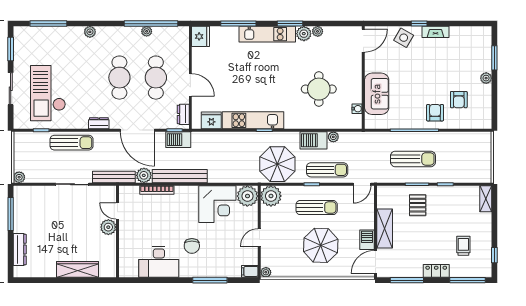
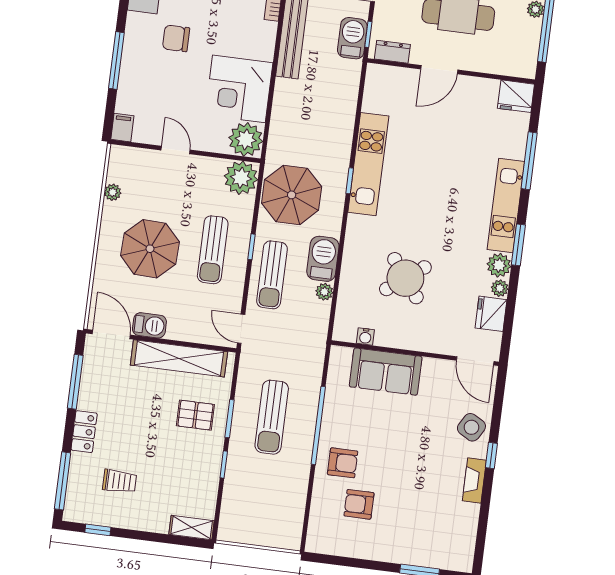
plant: (486, 78) -> (388, 553), removed
round table: (319, 89) -> (405, 278), turned -37
fridge: (211, 120) -> (491, 314), moved, turned 180
shelving: (385, 229) -> (179, 358), width x1.47
plant: (266, 272) -> (113, 192), moved

